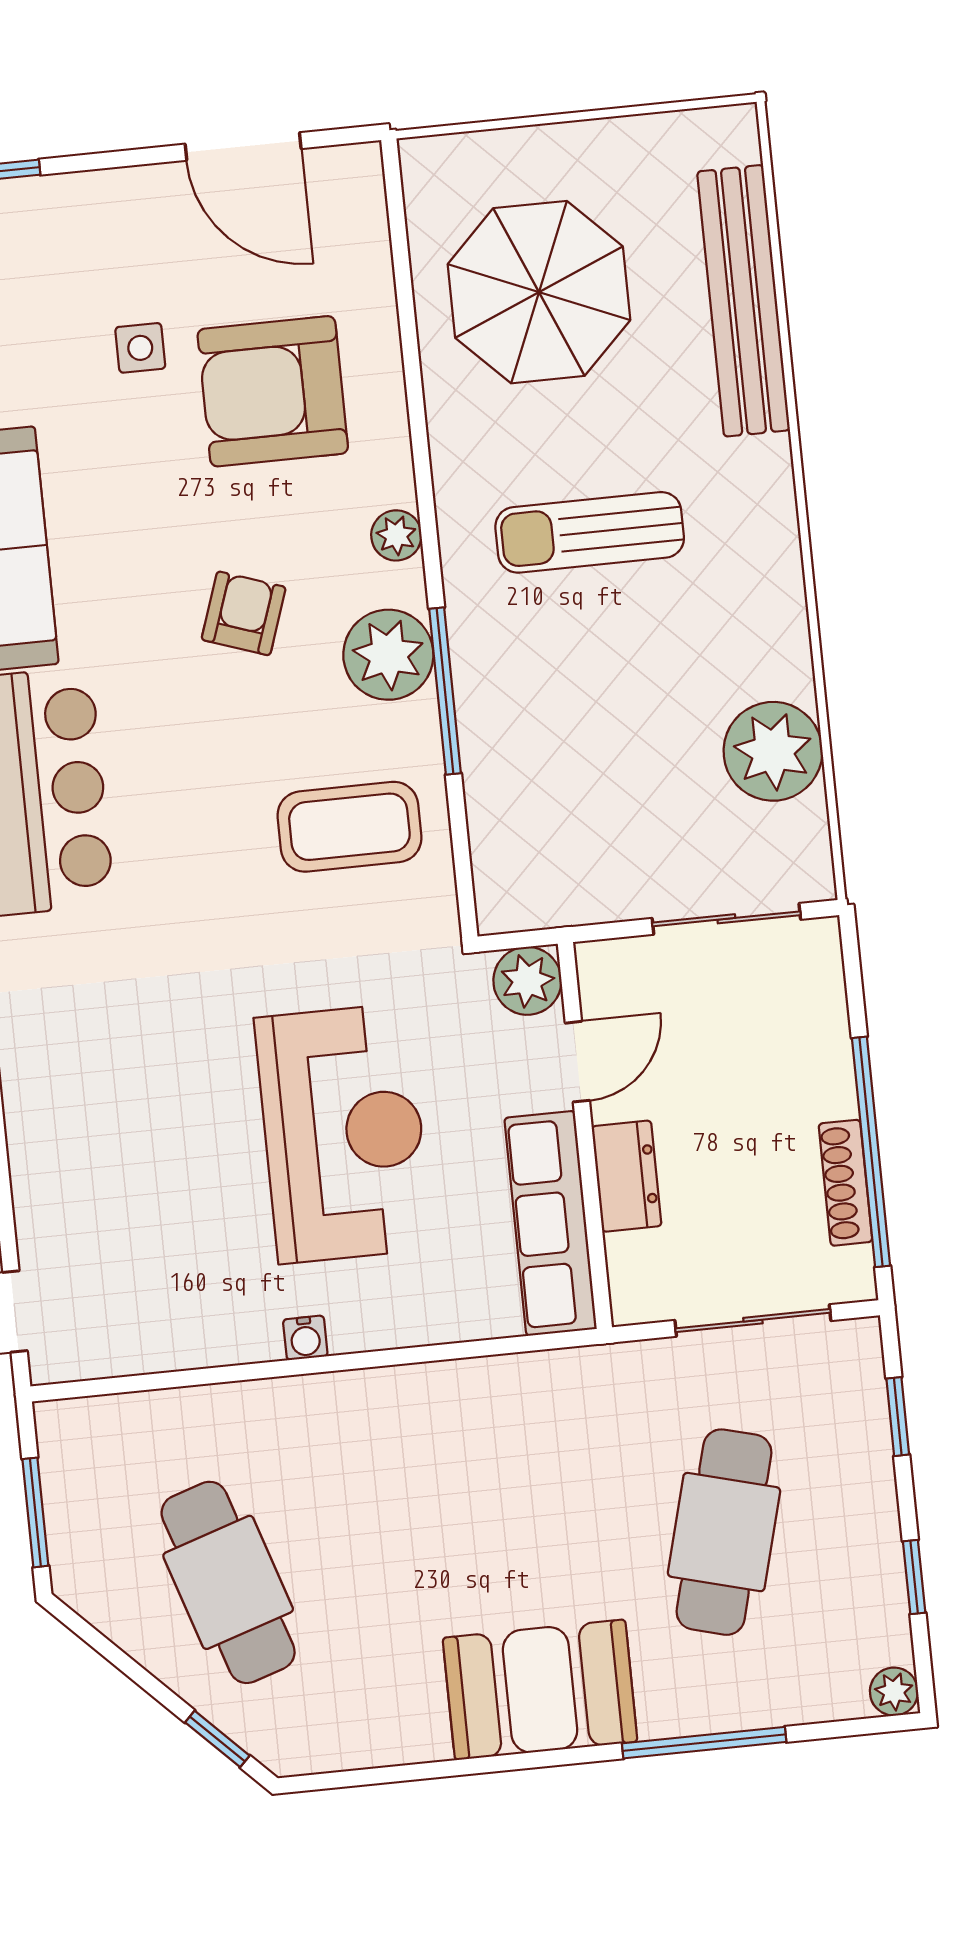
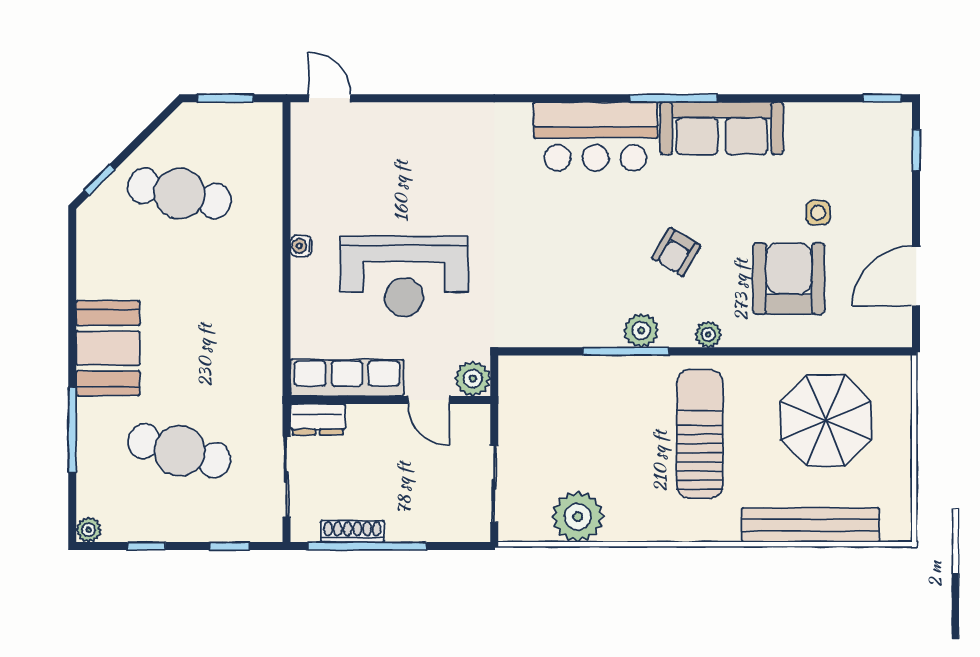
sun lounger: (590, 532) -> (700, 434), width x1.36, depth x1.34
armchair: (244, 613) -> (676, 252), turned 102
plant: (388, 655) -> (641, 330), width x0.73, depth x0.73
coffee table: (349, 827) -> (561, 295), removed
dresser: (627, 1176) -> (318, 419), moved
cafe table: (228, 1582) -> (179, 194), turned 30

